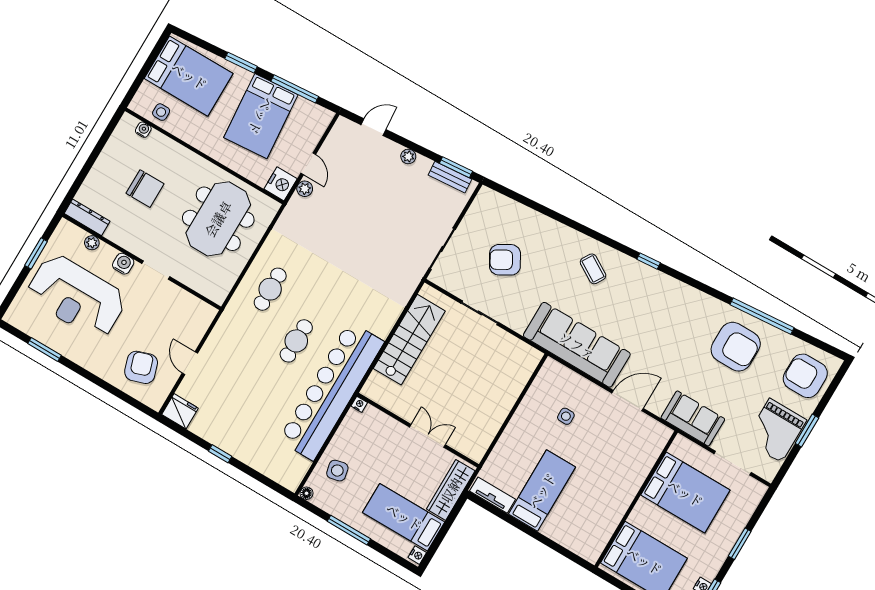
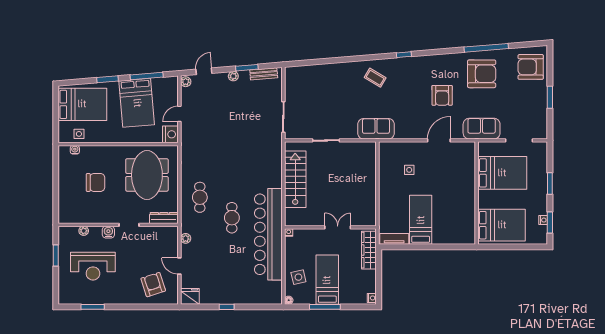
door: (308, 164) -> (179, 114), swing flipped
window: (456, 167) -> (247, 68), moved
plant: (305, 189) -> (186, 82), moved
dresser: (87, 217) -> (164, 218), moved
armchair: (505, 260) -> (442, 95), moved, turned -60
reception desk: (76, 296) -> (93, 266), width x0.74, depth x0.77
plant: (219, 332) -> (186, 238), added
sofa: (577, 345) -> (376, 129), width x0.54, depth x0.79
grand piano: (775, 430) -> (532, 108), removed
bed: (404, 517) -> (327, 280), moved, turned 90

